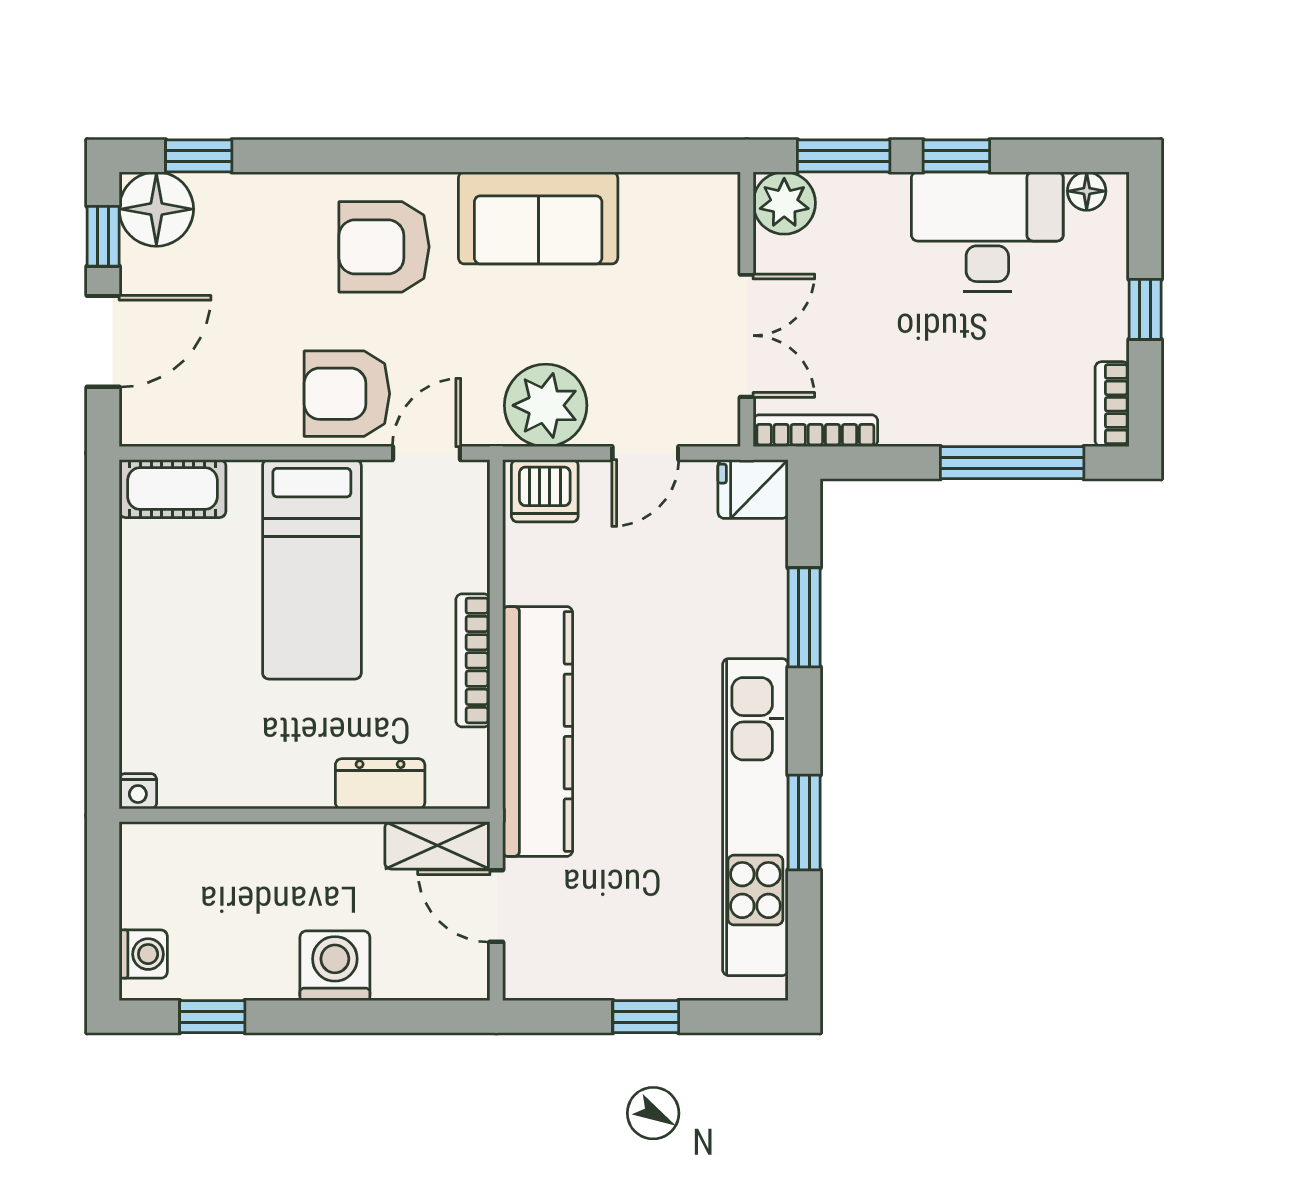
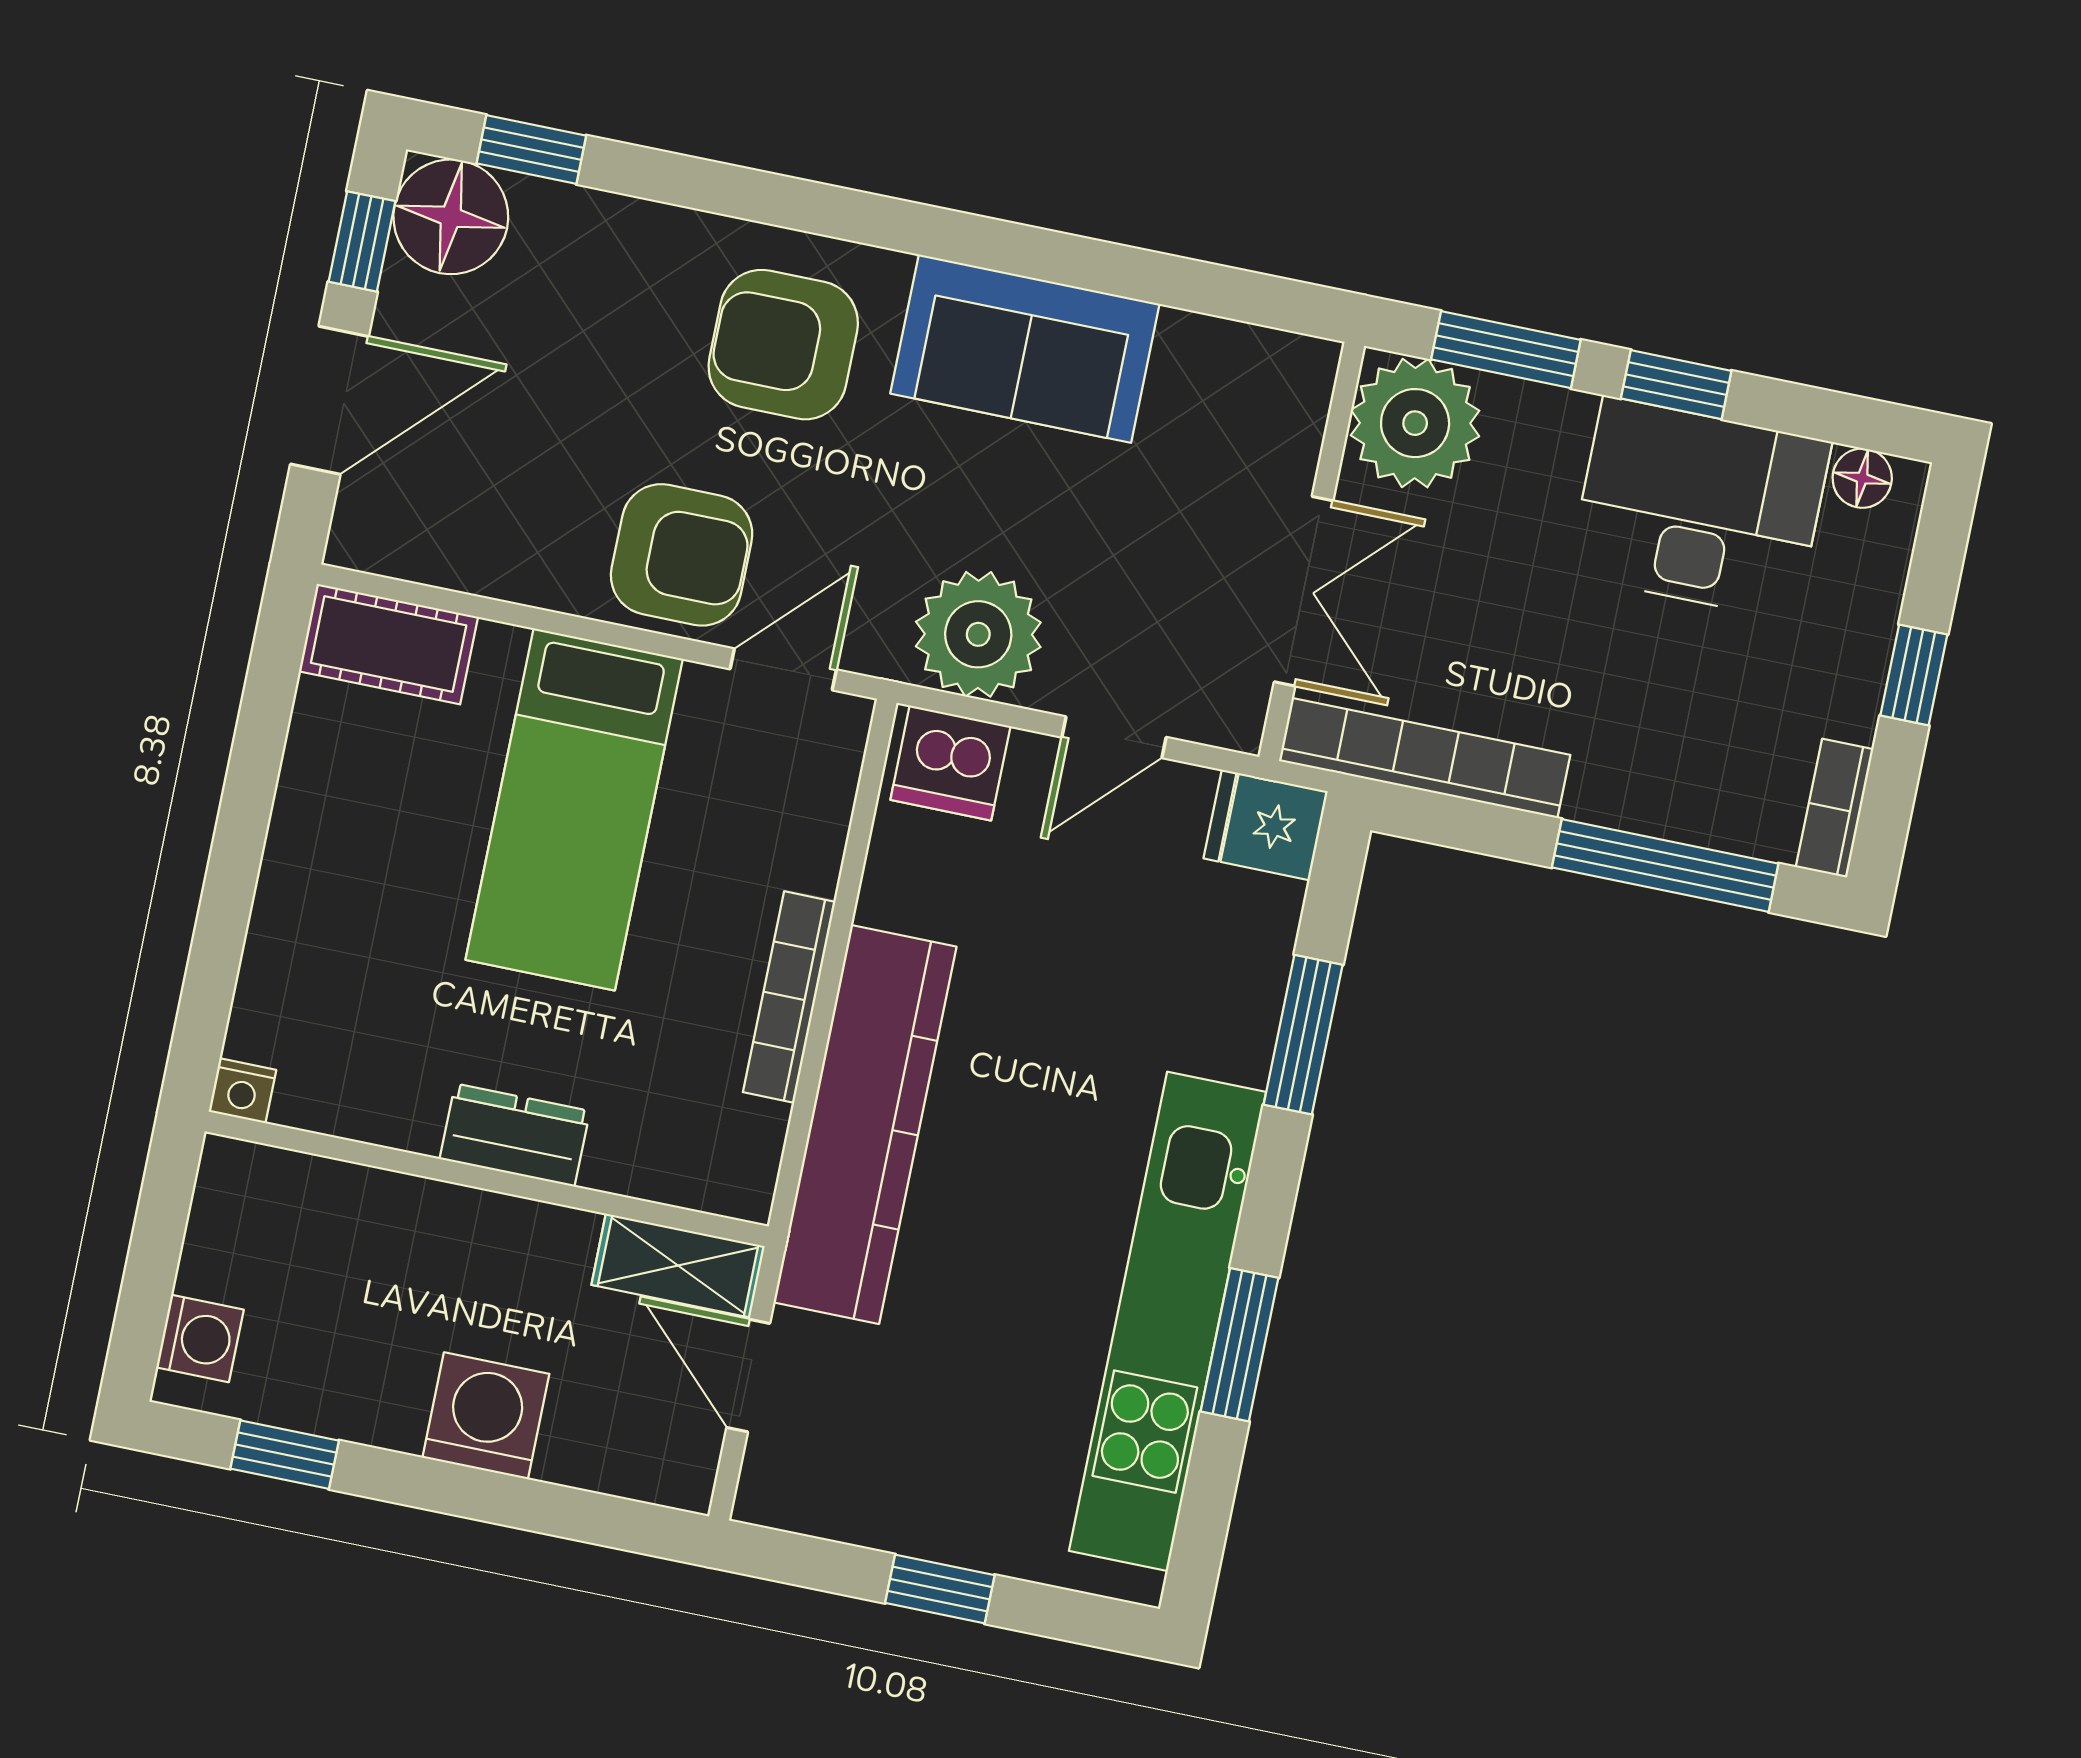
plant: (784, 203) -> (1415, 423), width x1.36, depth x1.36
armchair: (347, 394) -> (682, 555), turned 180
bookcase: (815, 431) -> (1425, 758), width x1.48, depth x1.31
dresser: (380, 784) -> (515, 1135), moved

